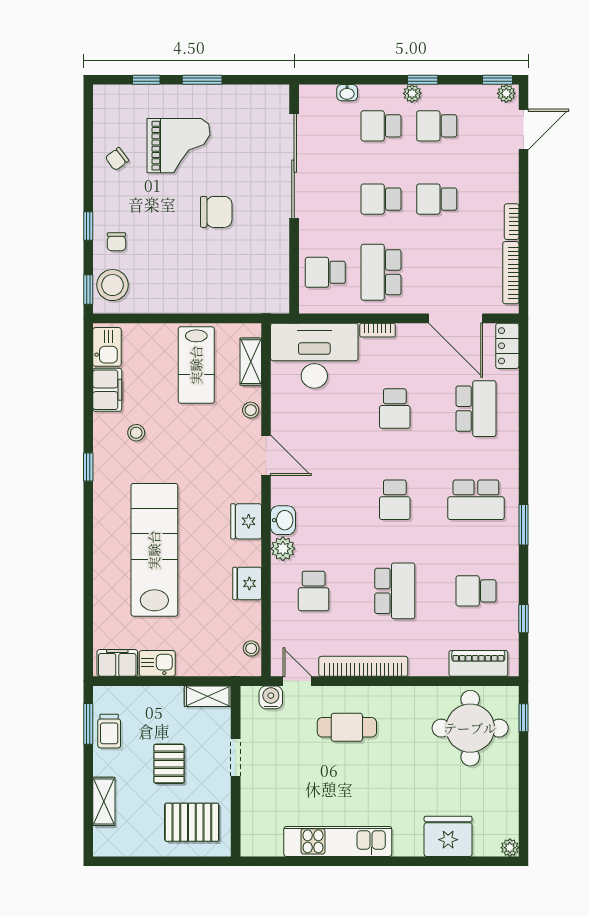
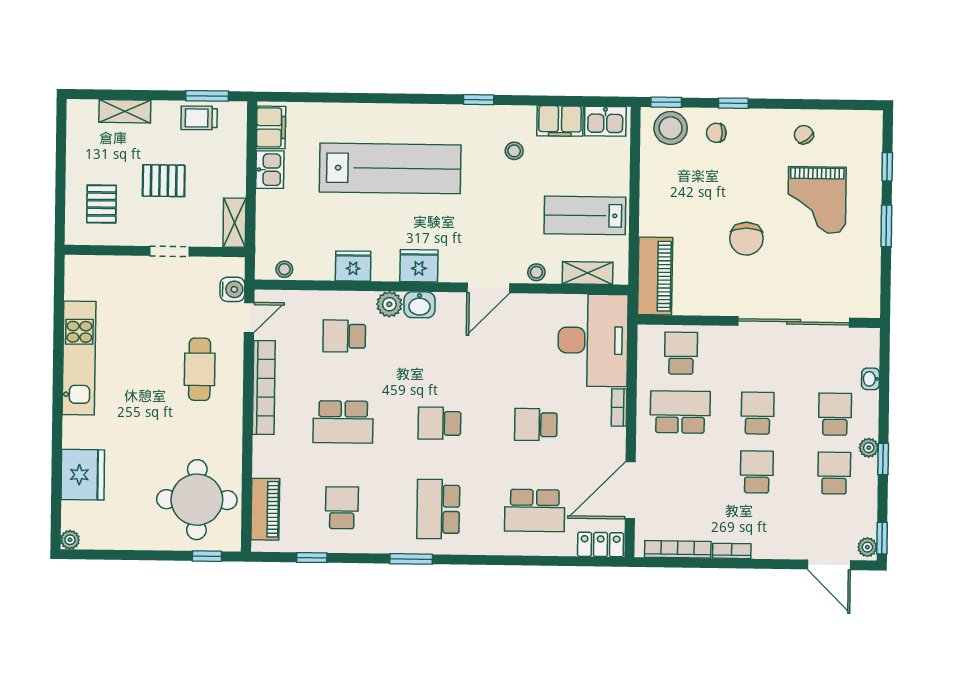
piano: (253, 298) -> (655, 276), added
pallet: (192, 822) -> (101, 204), width x0.67, depth x0.71

